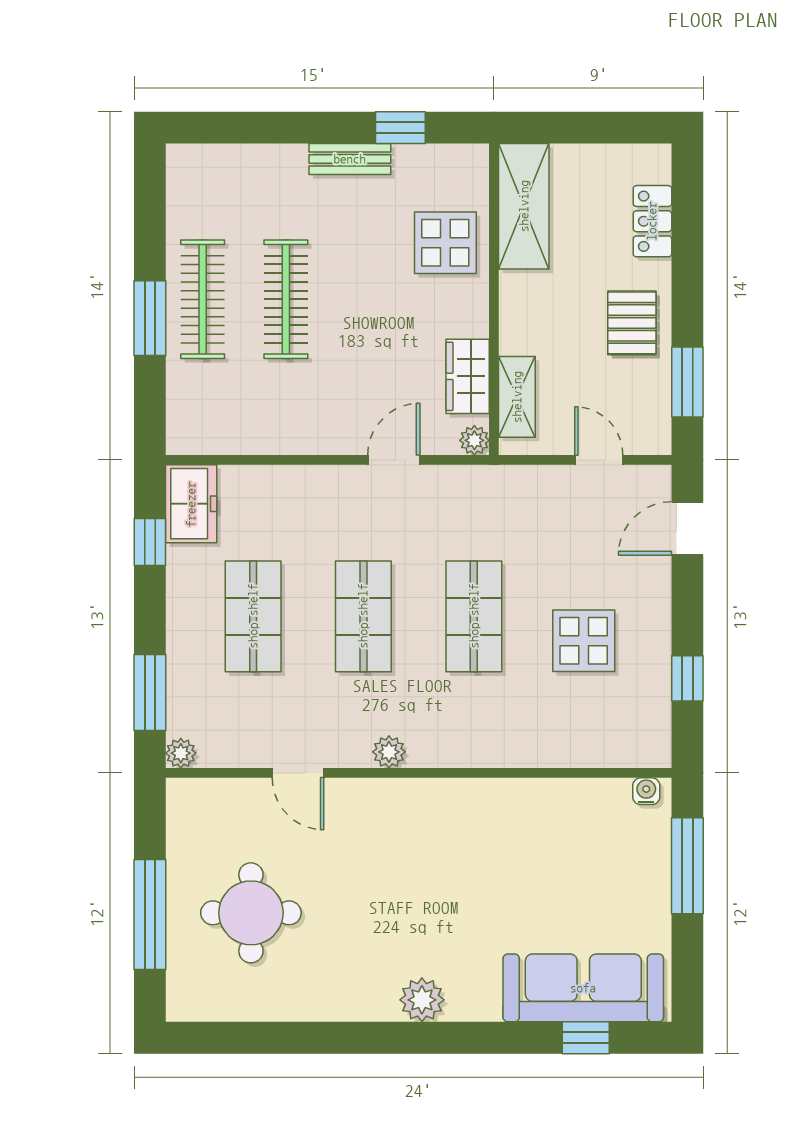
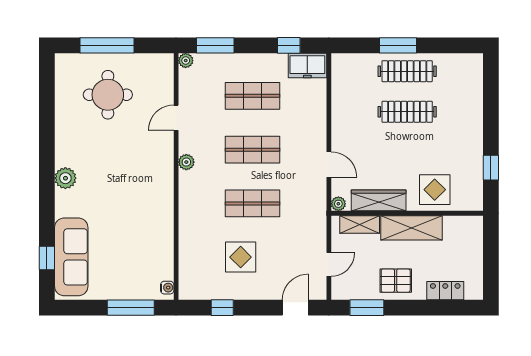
bench: (350, 159) -> (476, 143), removed
shelving: (524, 206) -> (412, 228), moved
wardrobe: (468, 376) -> (379, 200), width x1.50
door: (687, 528) -> (295, 308), hinge flipped

